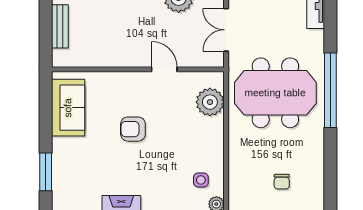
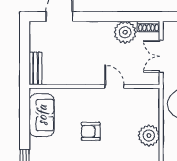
bench: (60, 26) -> (35, 68), moved
plant: (210, 102) -> (149, 136), moved

